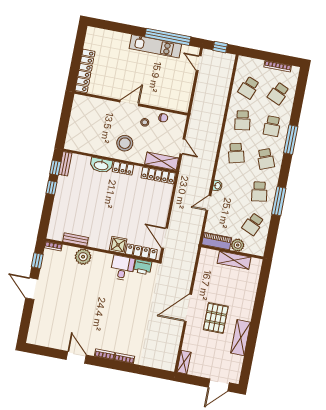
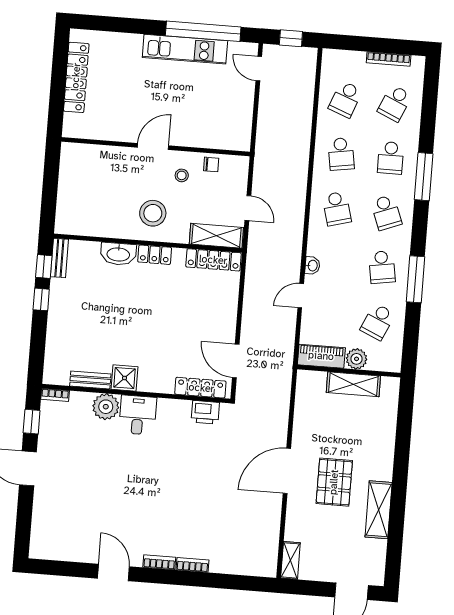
locker: (85, 71) -> (76, 77), moved
shower: (118, 245) -> (125, 378), moved
desk: (122, 268) -> (138, 415), moved

